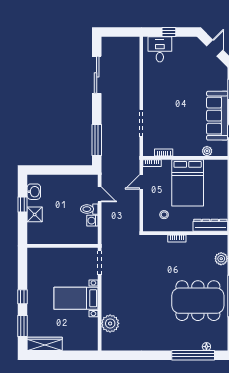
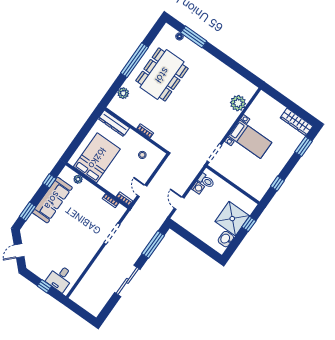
sliding door: (97, 75) -> (127, 281), moved
door: (141, 182) -> (142, 191), swing flipped
bed: (188, 183) -> (97, 158), moved
window: (22, 205) -> (249, 224), moved
toilet: (89, 209) -> (206, 181), moved
shower: (35, 214) -> (232, 219), width x1.86, depth x1.86
window: (22, 297) -> (277, 184), moved
dining table: (198, 301) -> (162, 75), turned 90
window: (193, 355) -> (194, 37), width x0.68

